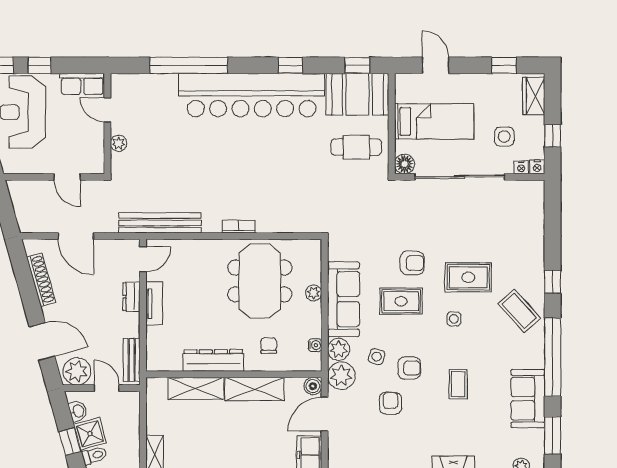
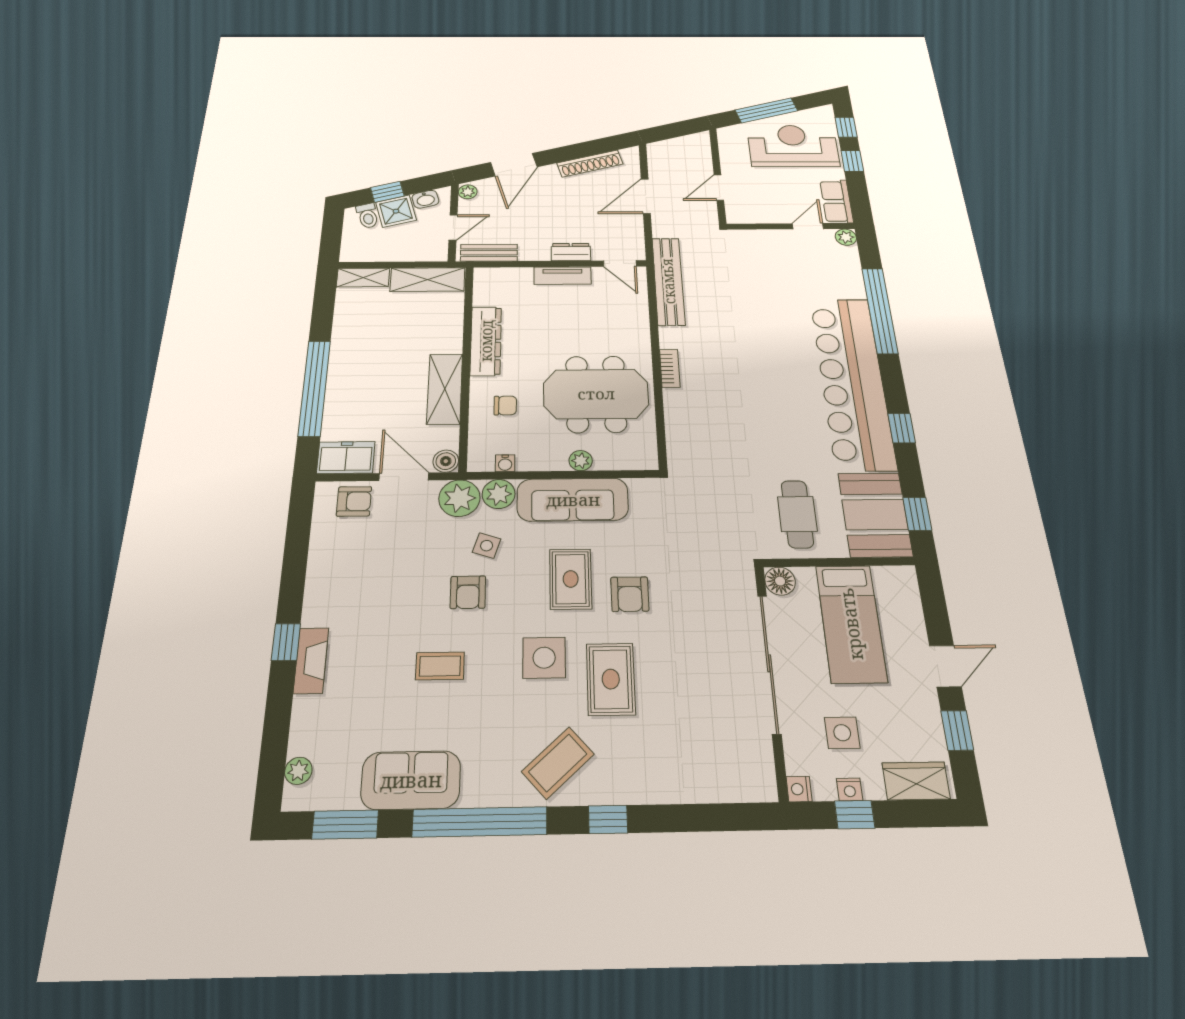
door: (436, 65) -> (945, 666), moved
plant: (119, 143) -> (846, 237), moved
nightstand: (521, 167) -> (850, 789), moved, turned -90
side table: (454, 319) -> (544, 658), width x1.87, depth x1.87
plant: (77, 371) -> (468, 192), width x0.53, depth x0.53
shelving: (196, 388) -> (428, 280), moved, turned 90
armchair: (391, 403) -> (354, 501), moved

